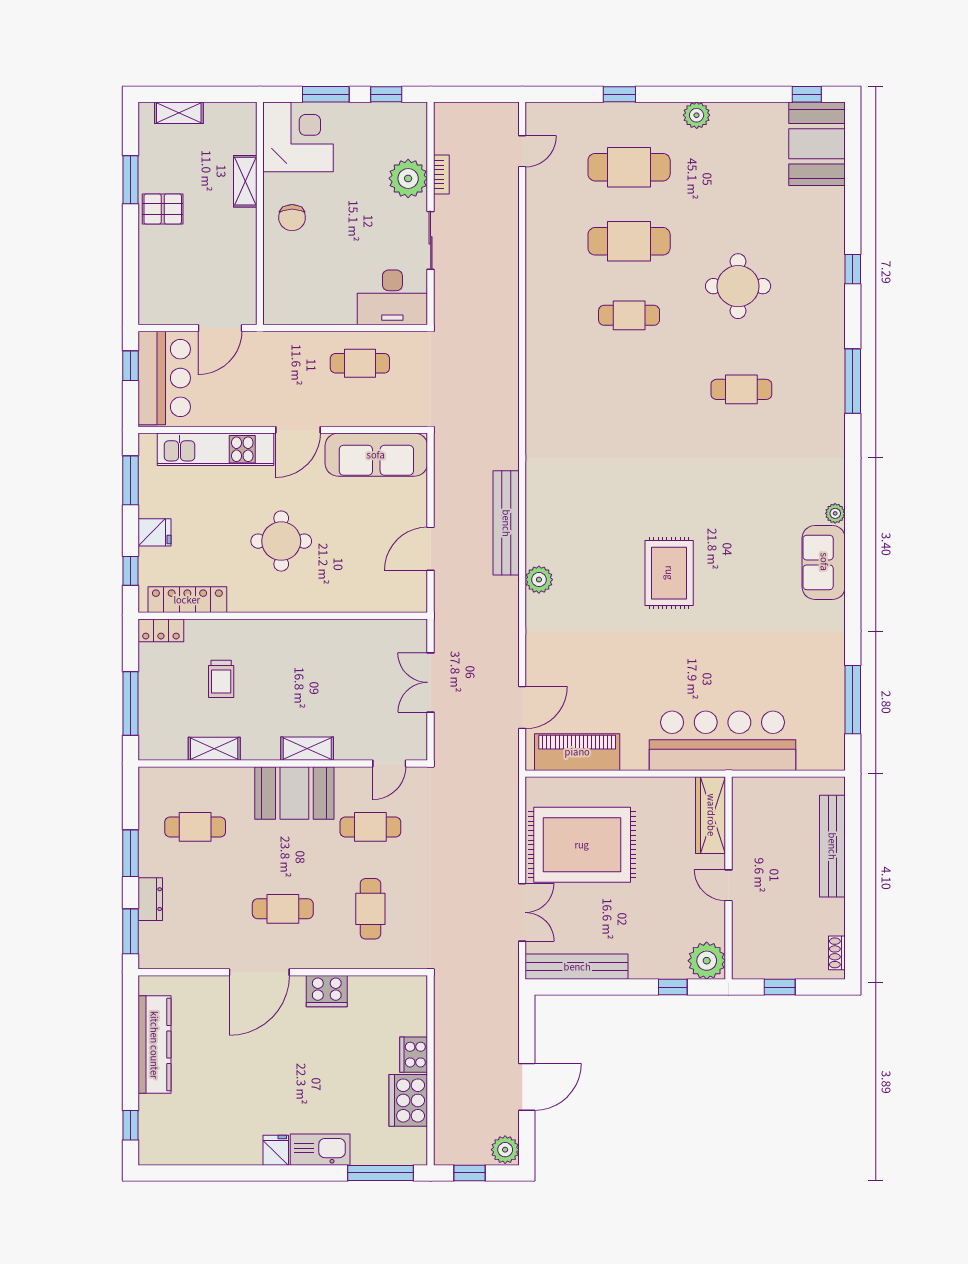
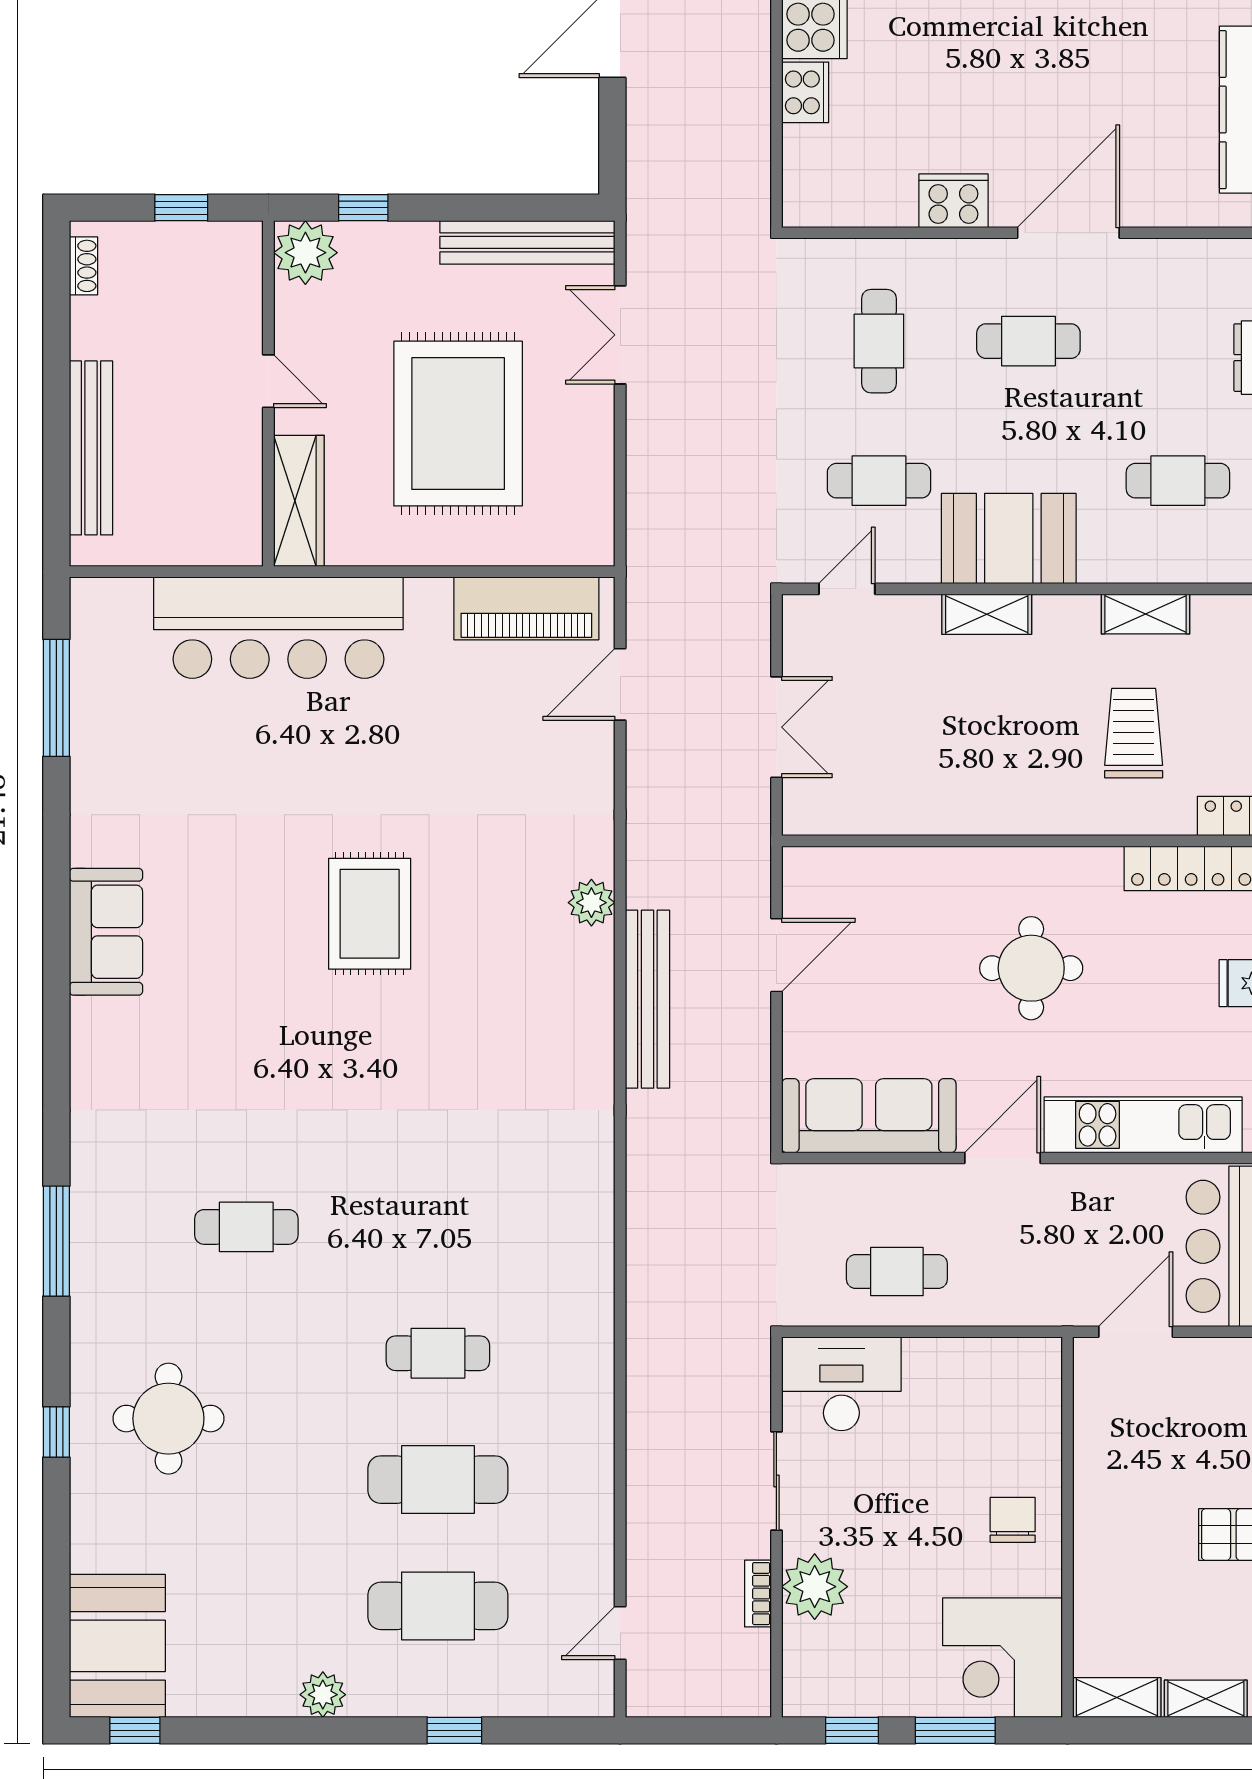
shelving: (245, 181) -> (1117, 1698), moved, turned 90
round table: (738, 286) -> (168, 1419), moved
plant: (835, 513) -> (86, 1015), removed
trolley: (221, 679) -> (1134, 733), width x1.36, depth x1.39
rug: (582, 845) -> (458, 424), moved, turned 90

